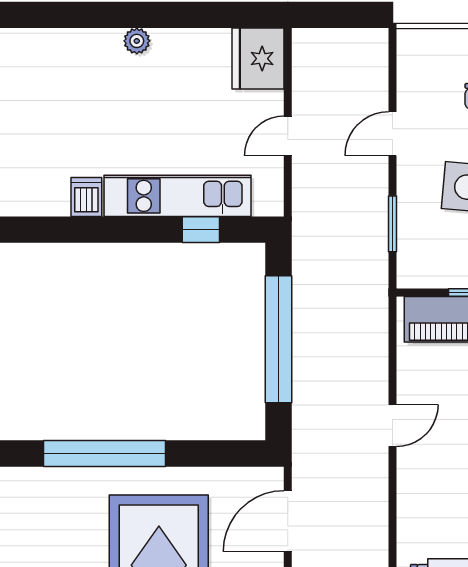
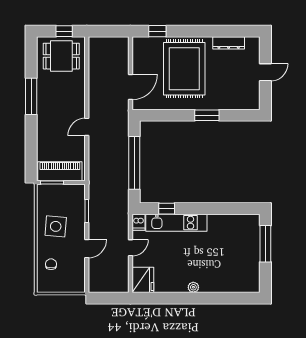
dishwasher: (86, 197) -> (138, 222), moved
window: (105, 454) -> (207, 115), width x0.47

